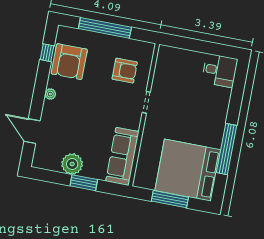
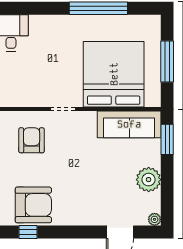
plant: (50, 94) -> (155, 219), moved
bed: (188, 170) -> (114, 74), moved, turned 180
window: (84, 183) -> (167, 139), moved

